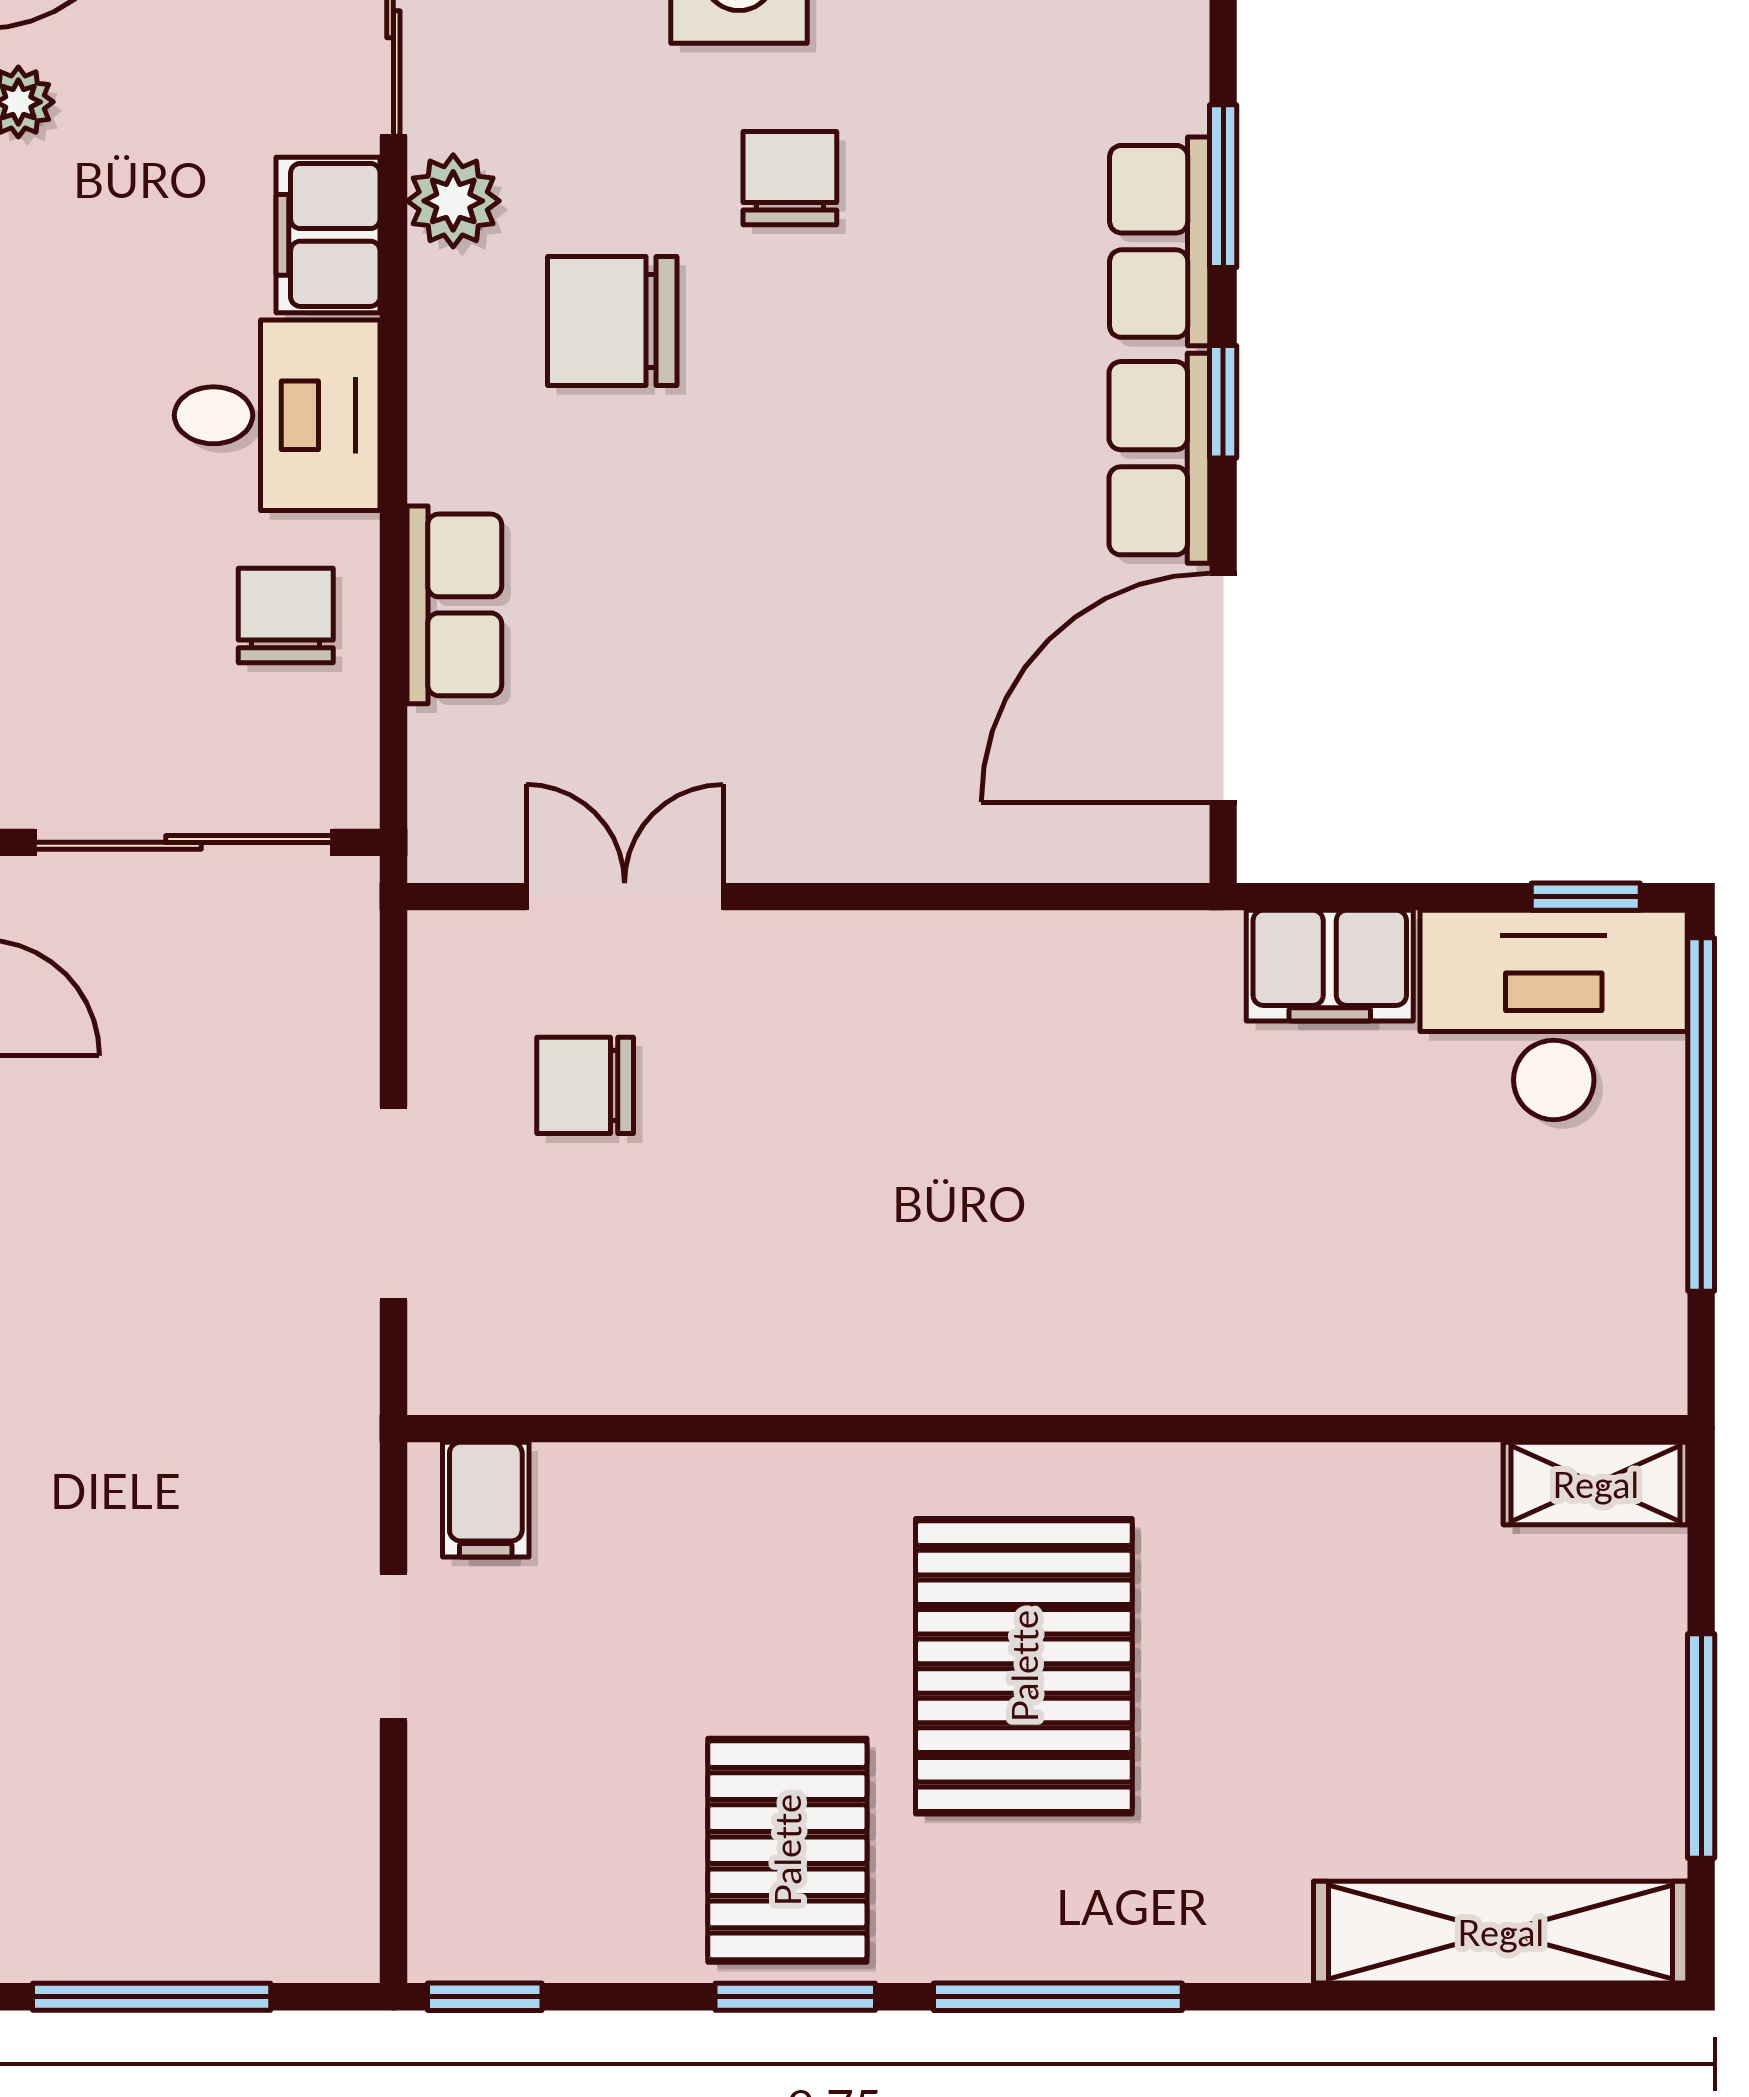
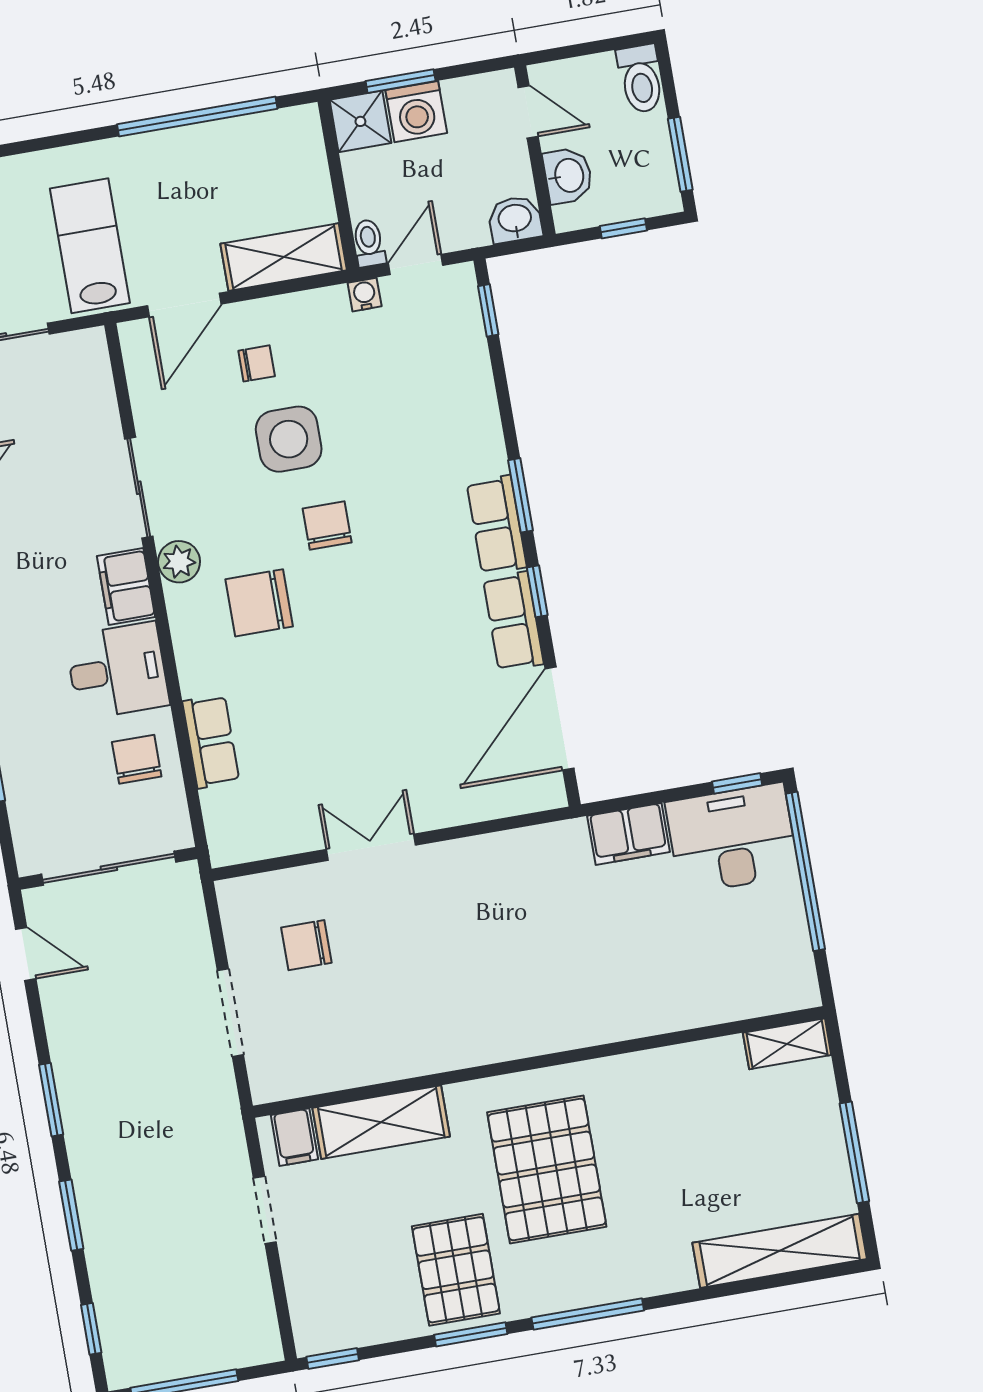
double door: (625, 897) -> (371, 847), moved
shelving: (681, 1500) -> (381, 1122), added

